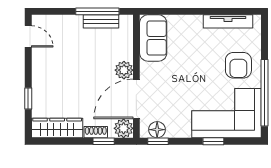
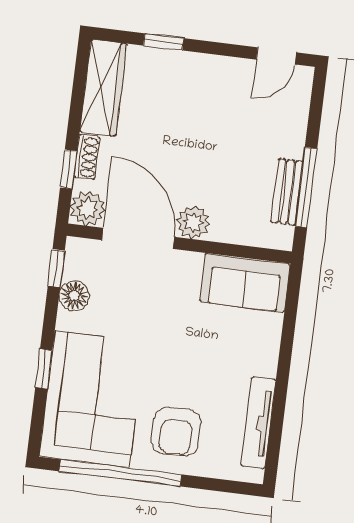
armchair: (238, 65) -> (176, 432), turned -90
floor lamp: (157, 130) -> (74, 296), moved

